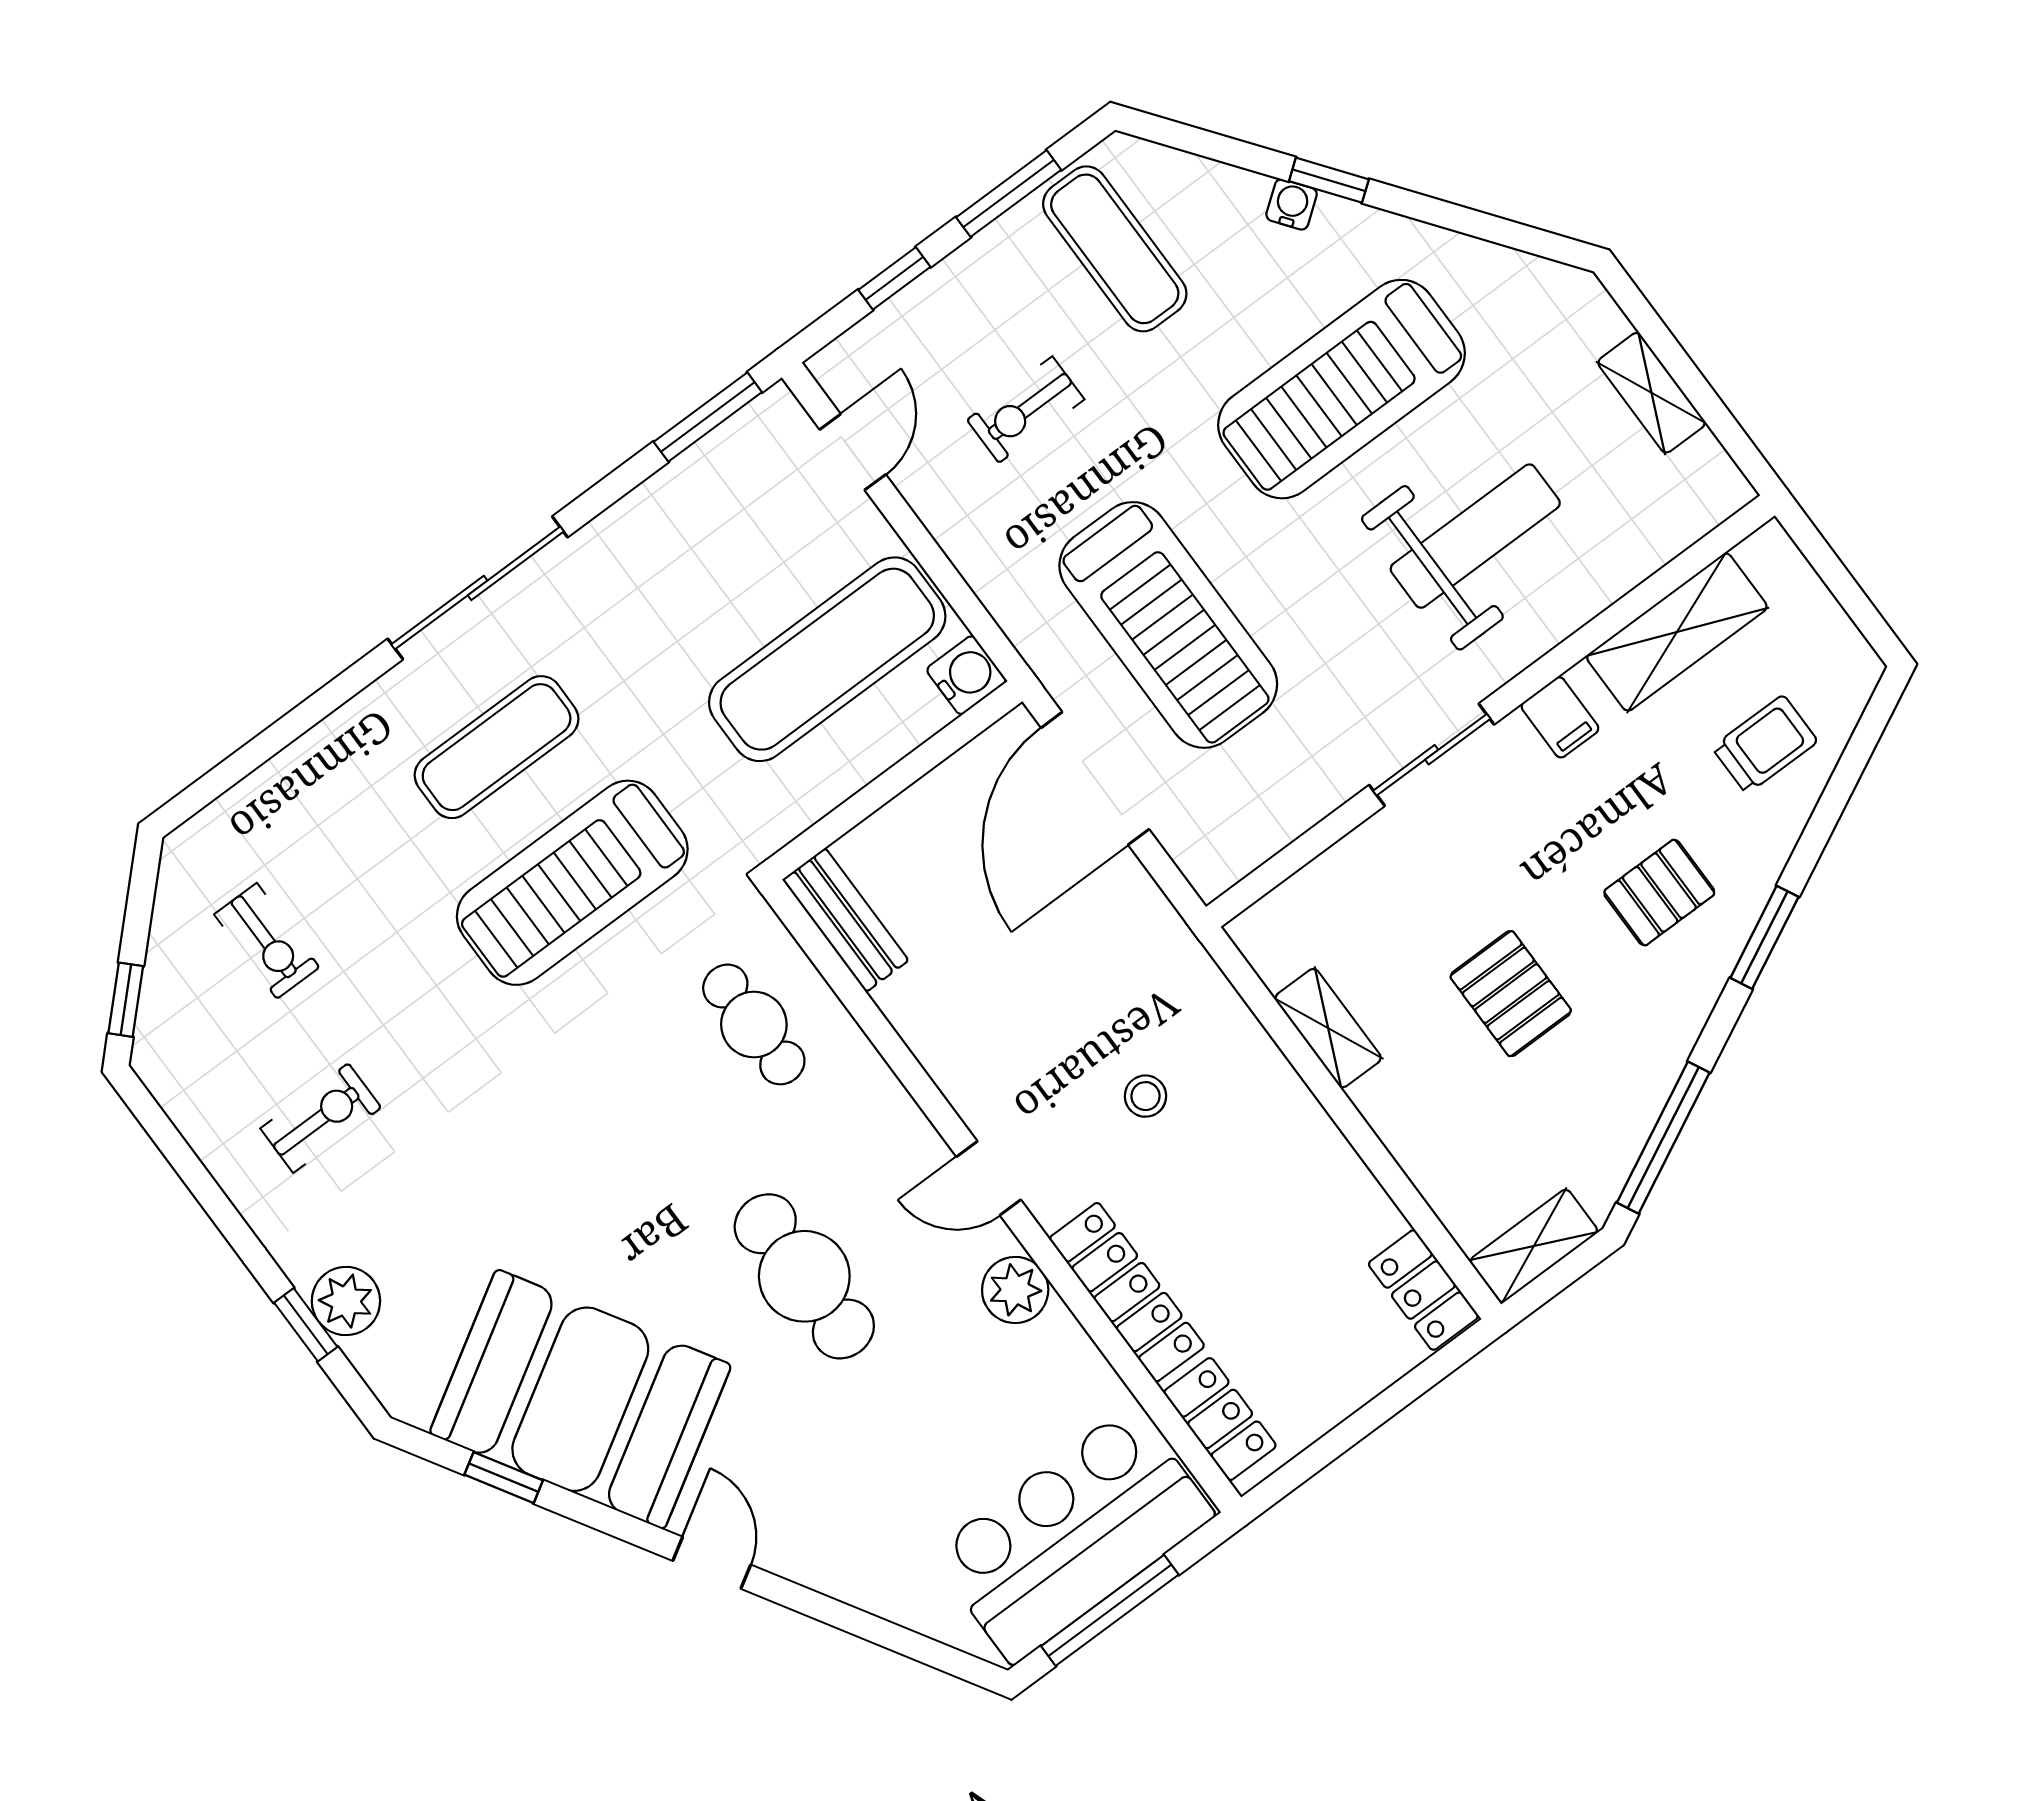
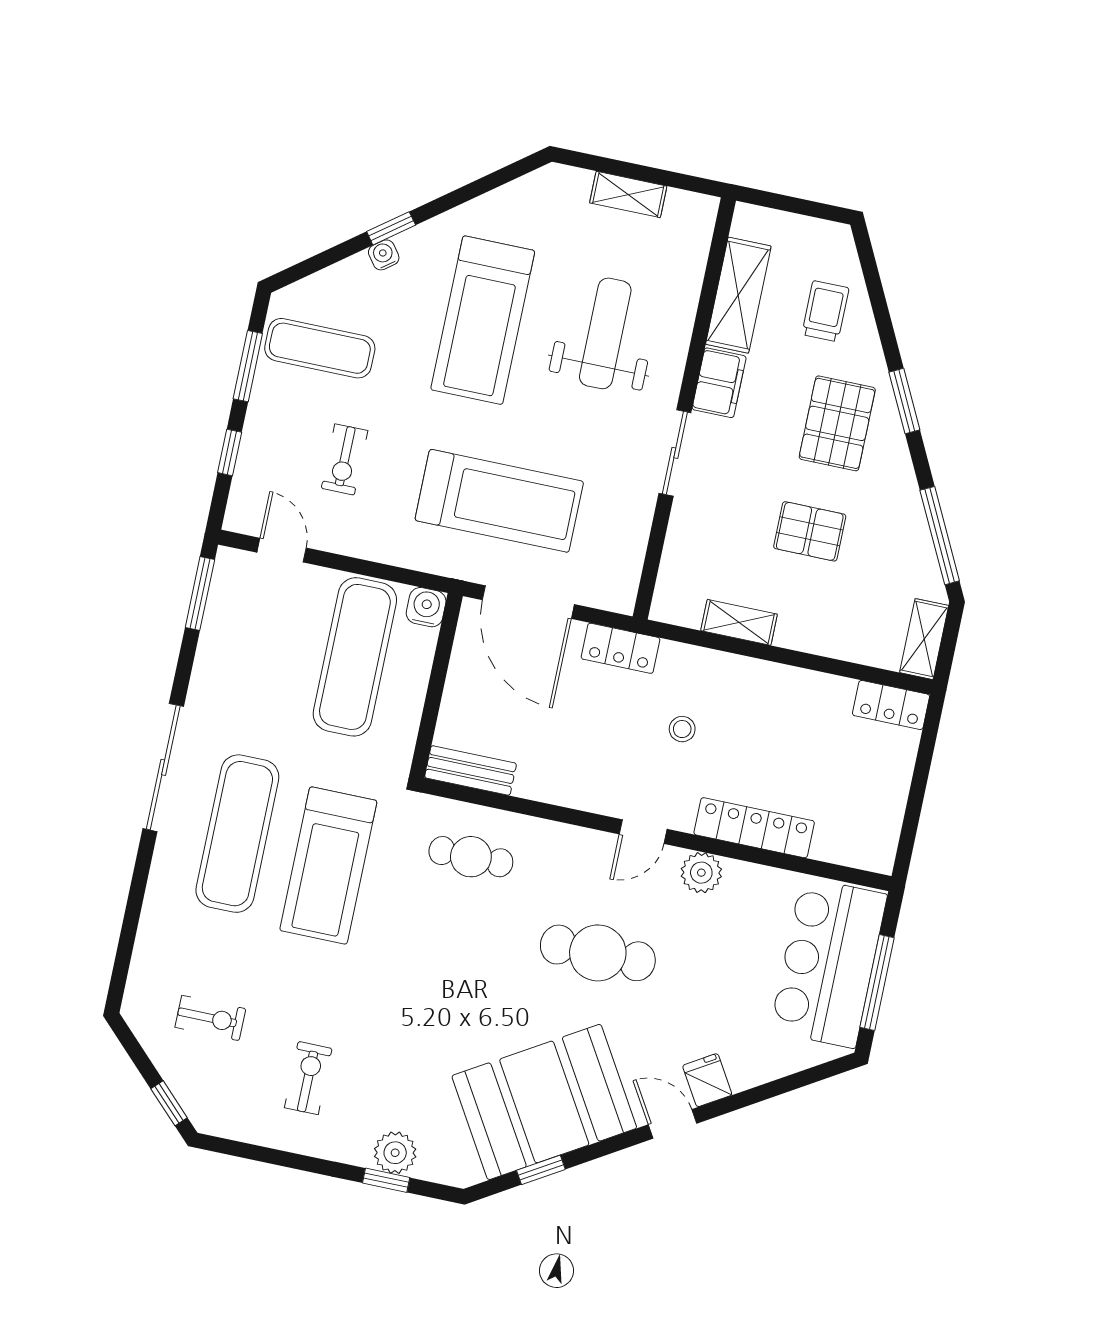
filing cabinet: (1560, 717) -> (719, 383), width x2.00
exercise mat: (497, 747) -> (237, 834), width x1.36, depth x1.45
pallet: (1659, 893) -> (837, 423), width x1.50, depth x1.42
locker: (1220, 1419) -> (620, 648), moved, turned 180
fridge: (800, 1547) -> (707, 1080), added

